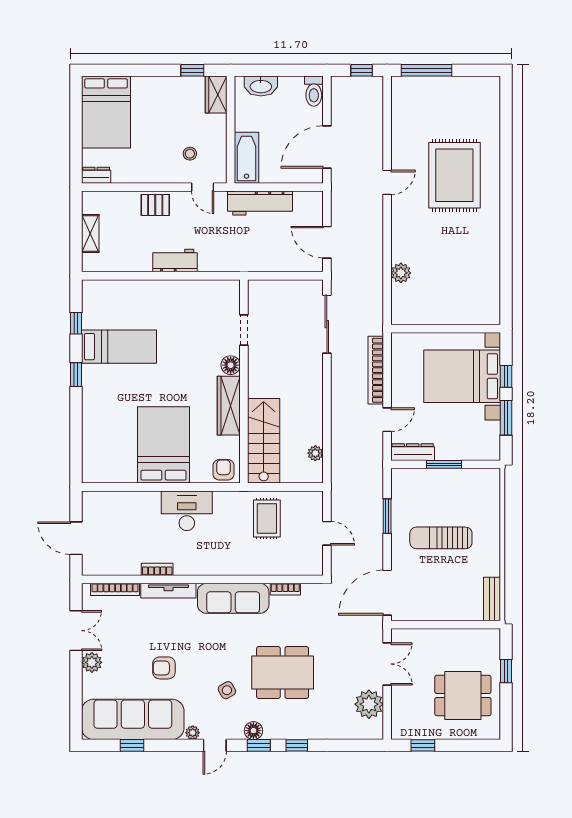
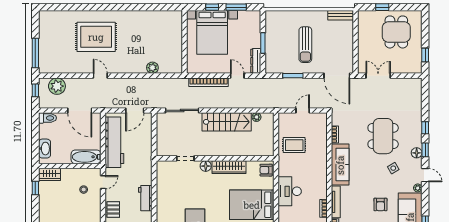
workbench: (260, 203) -> (114, 142), width x1.36, depth x1.32
stairs: (264, 441) -> (227, 122), moved, turned 180
plant: (369, 704) -> (57, 86), moved

